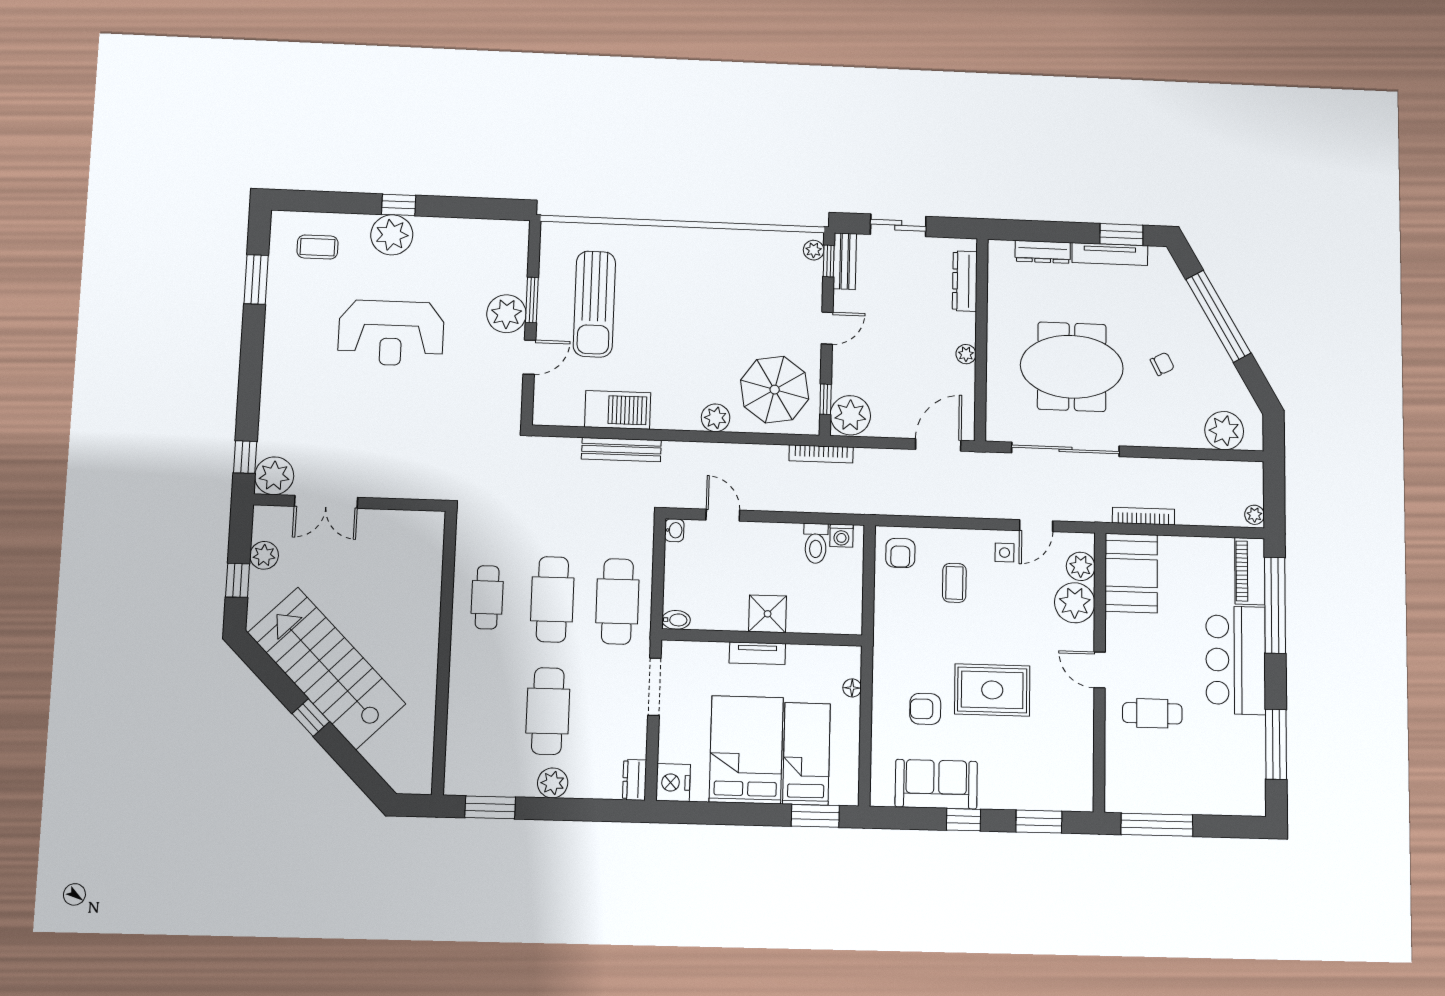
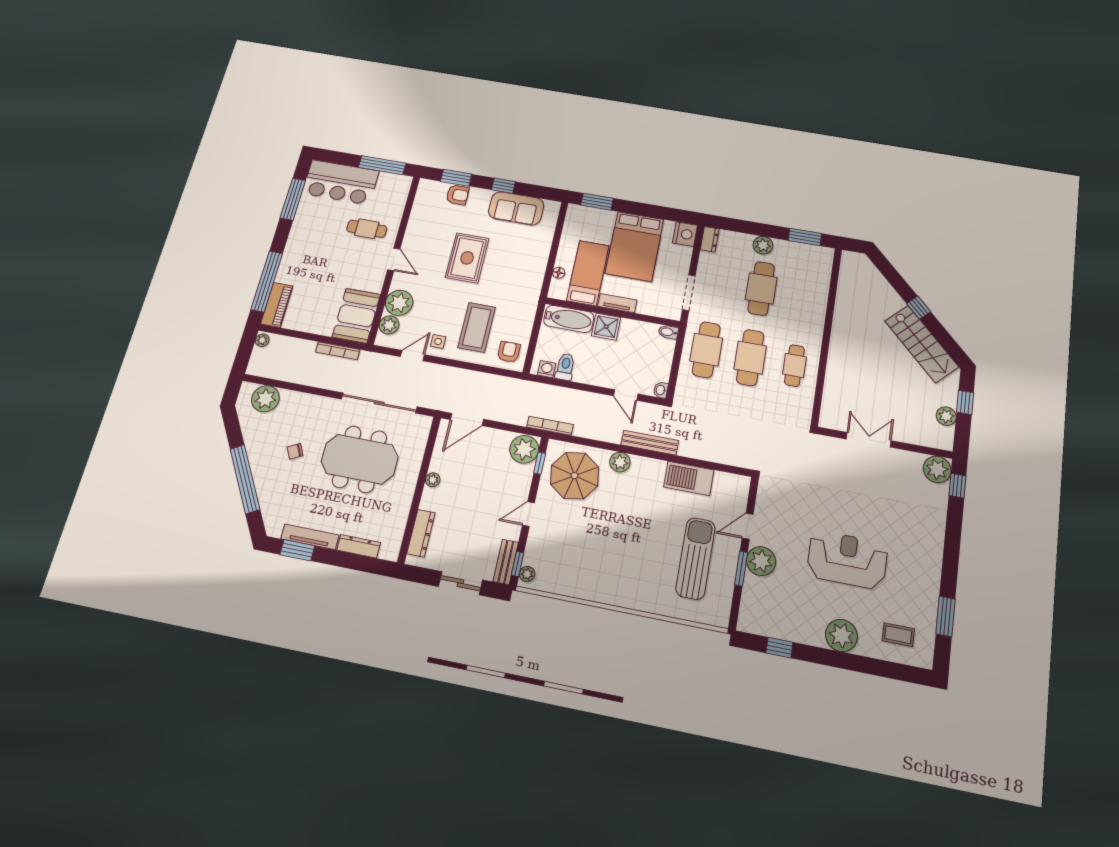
window: (399, 205) -> (779, 648), moved
bench: (621, 450) -> (650, 443), moved
double door: (326, 502) -> (869, 440), moved
coffee table: (954, 583) -> (477, 327), width x1.86, depth x1.72
bathtub: (824, 617) -> (569, 319), added
bar counter: (1236, 660) -> (341, 182), moved, turned 90
stairs: (327, 668) -> (922, 344), width x0.73, depth x0.66
rug: (992, 690) -> (467, 258), turned 90
armchair: (925, 709) -> (457, 195), moved
bed: (806, 754) -> (588, 273), moved, turned 180

